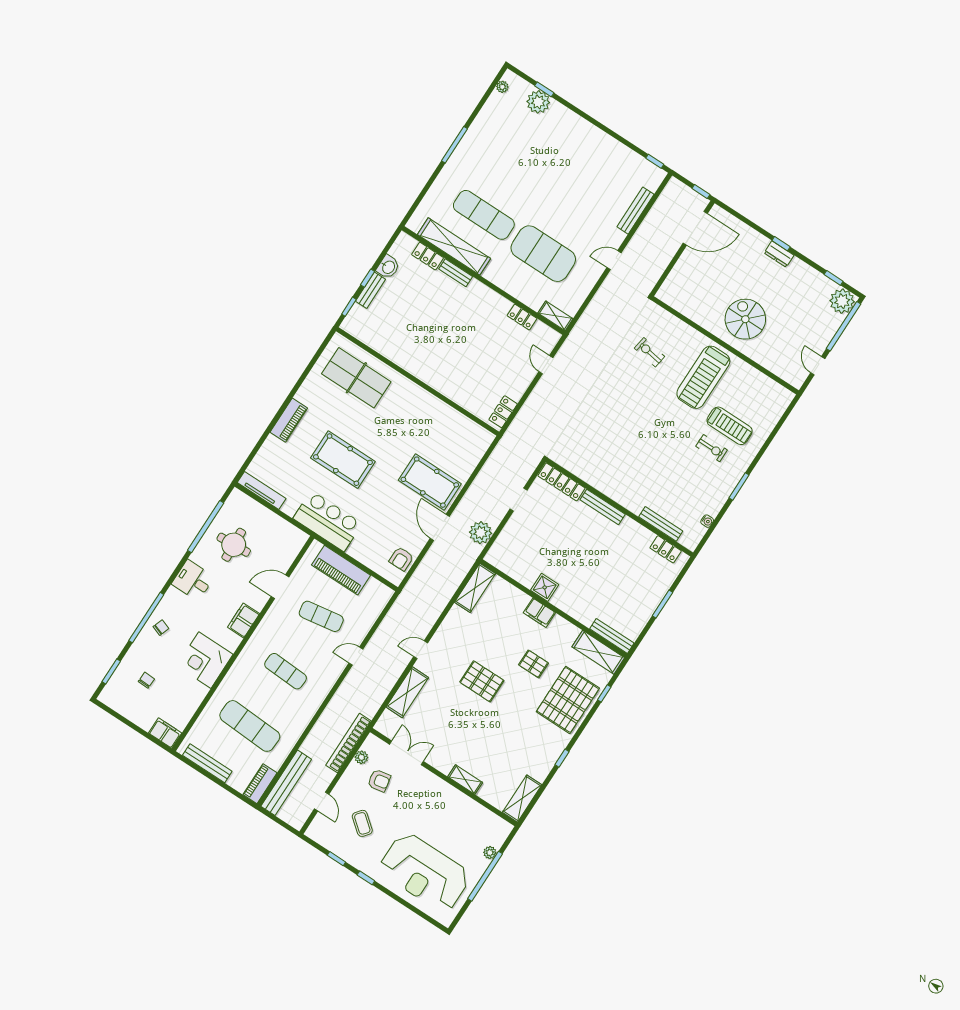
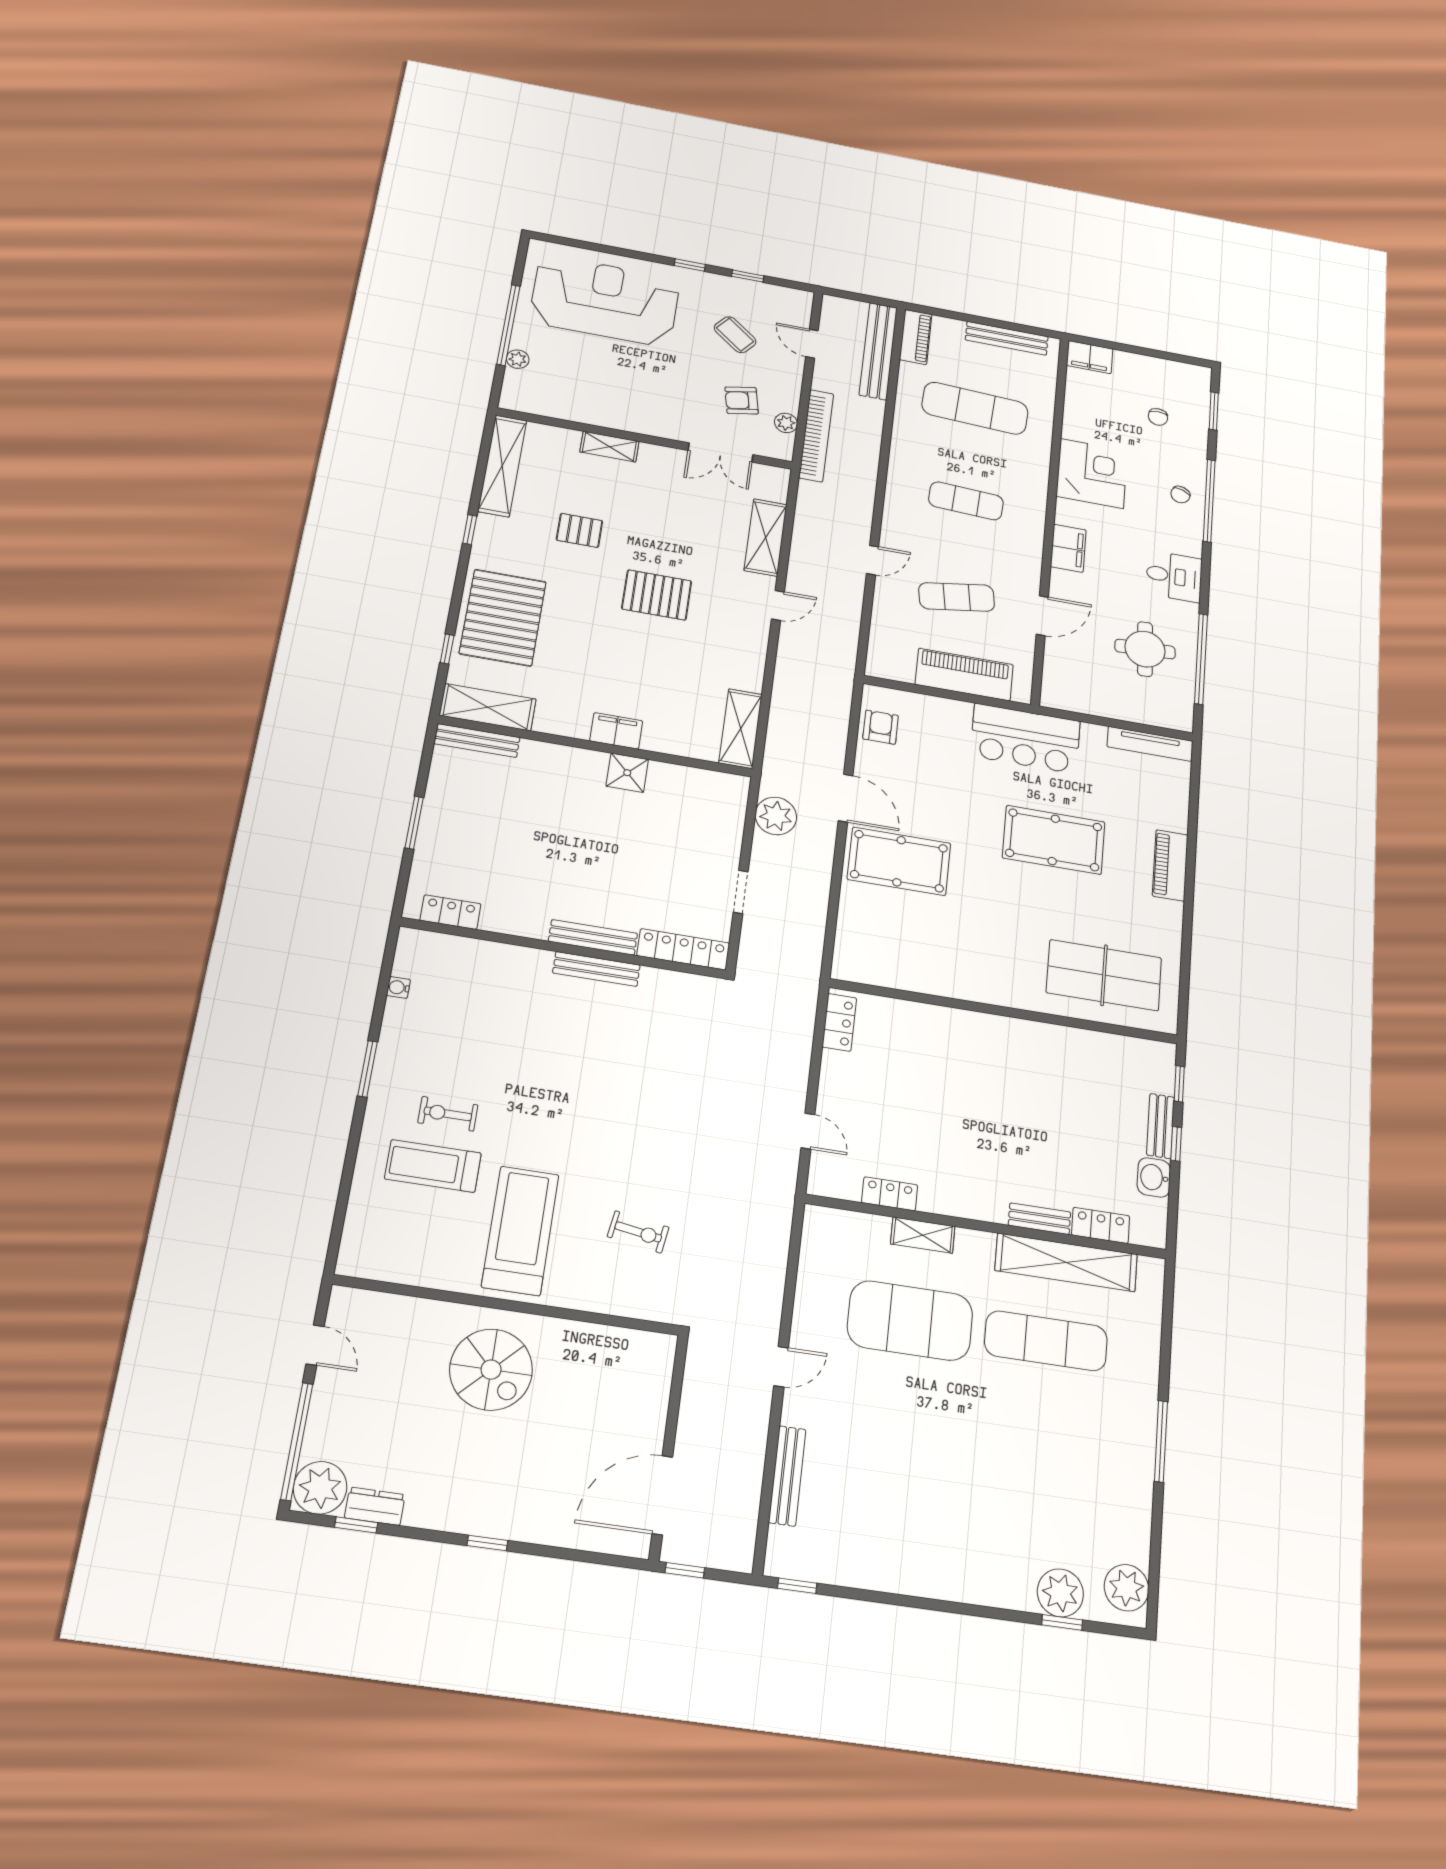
plant: (502, 87) -> (1127, 1588), width x1.87, depth x1.87
dresser: (779, 254) -> (375, 1506), moved
shelving: (555, 316) -> (923, 1235), moved
bench: (661, 524) -> (596, 969), moved
pallet: (534, 664) -> (579, 530), moved
shelving: (522, 799) -> (502, 466), width x1.47

